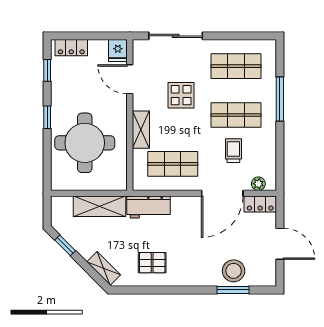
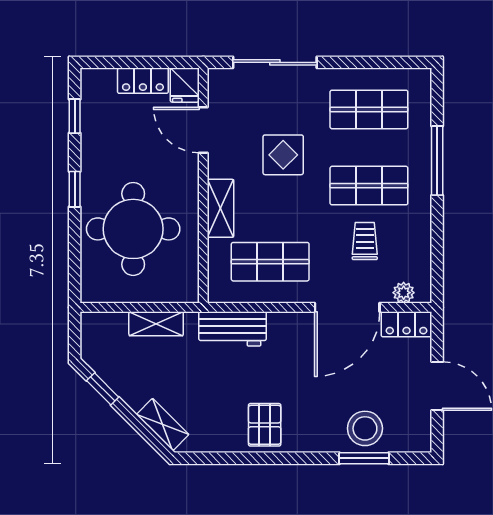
locker: (71, 48) -> (143, 81), moved
shelving: (99, 206) -> (156, 324), width x0.67, depth x0.75
pallet: (152, 263) -> (265, 425), moved, turned 90

